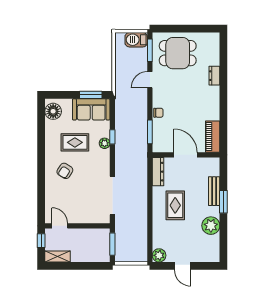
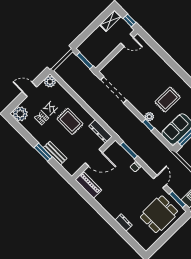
armchair: (65, 171) -> (157, 76), removed
plant: (211, 226) -> (20, 114), moved

